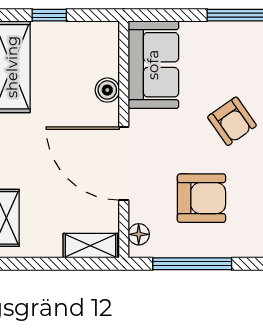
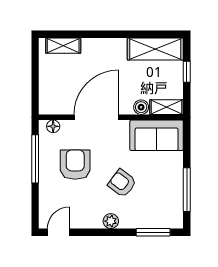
armchair: (232, 121) -> (122, 183), turned 72
armchair: (201, 198) -> (75, 165), turned 180
shelving: (90, 246) -> (167, 107), moved, turned 90

